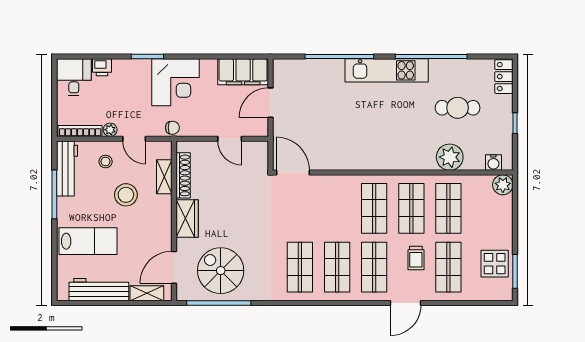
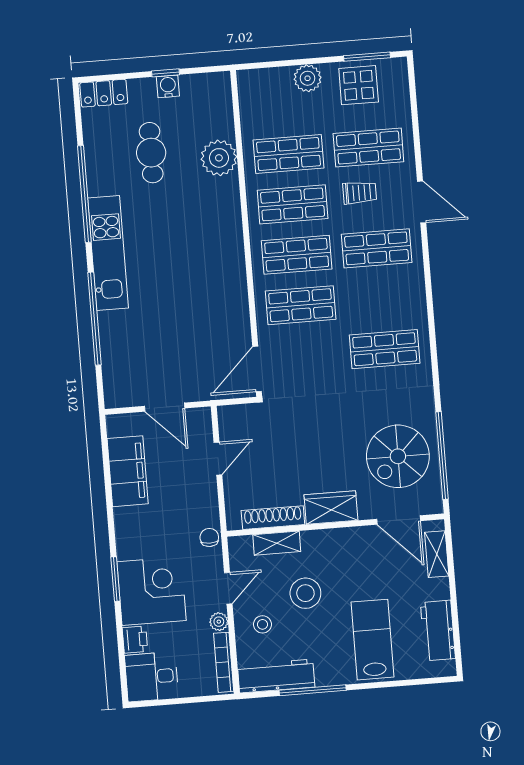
filing cabinet: (243, 72) -> (128, 471), moved
corner desk: (175, 82) -> (152, 591), moved
water cooler: (493, 163) -> (168, 86), moved, turned -90
plant: (503, 185) -> (308, 78), moved
shop shelf: (337, 267) -> (301, 305), moved
workbench: (99, 290) -> (438, 631), width x0.73

